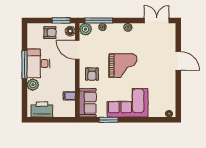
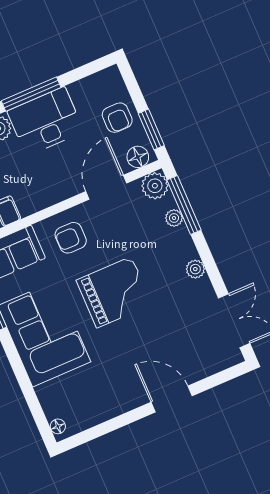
door: (178, 61) -> (172, 399), swing flipped
grand piano: (123, 66) -> (114, 292), turned -90

